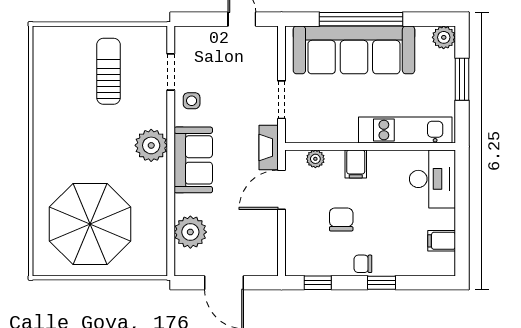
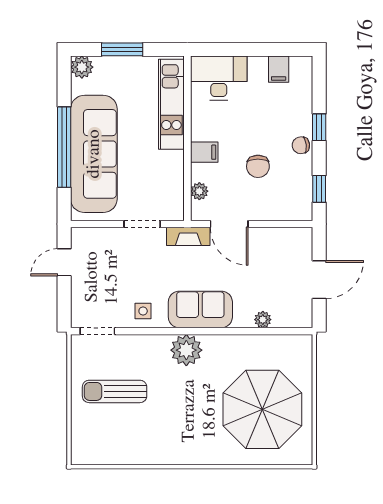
doorway: (171, 72) -> (97, 331), moved
chair: (341, 219) -> (258, 166), turned -90
plant: (190, 232) -> (263, 320), width x0.53, depth x0.53
chair: (363, 264) -> (301, 145), turned 83

